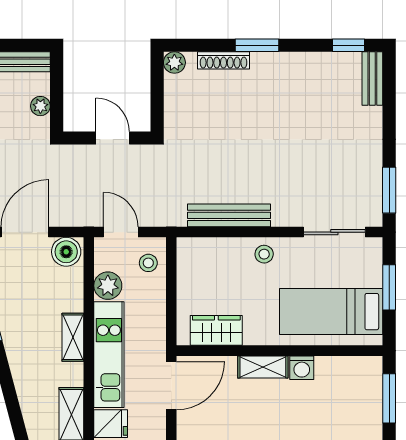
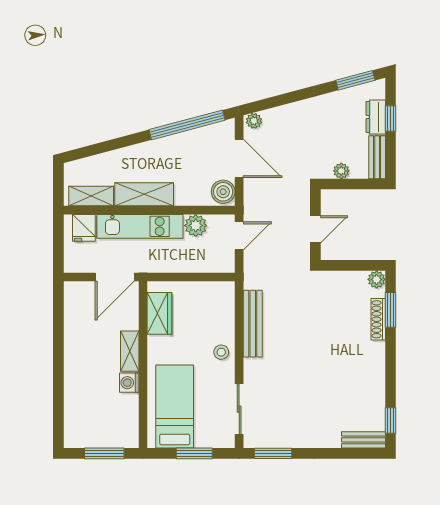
window: (257, 45) -> (391, 310), moved
stool: (148, 263) -> (214, 258), removed
shelving: (73, 337) -> (144, 194), width x1.50, depth x1.33
door: (171, 386) -> (115, 277), hinge flipped

